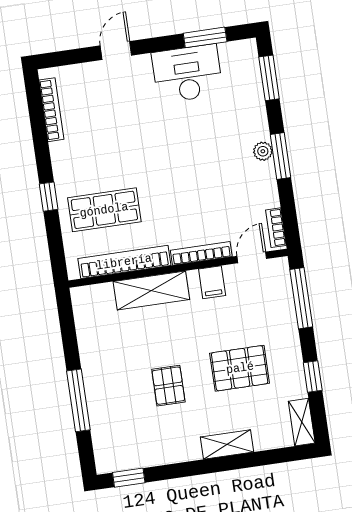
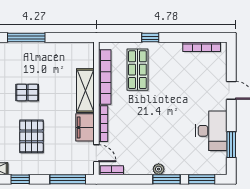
window: (281, 156) -> (167, 179), moved
filing cabinet: (212, 282) -> (85, 127), width x2.00

